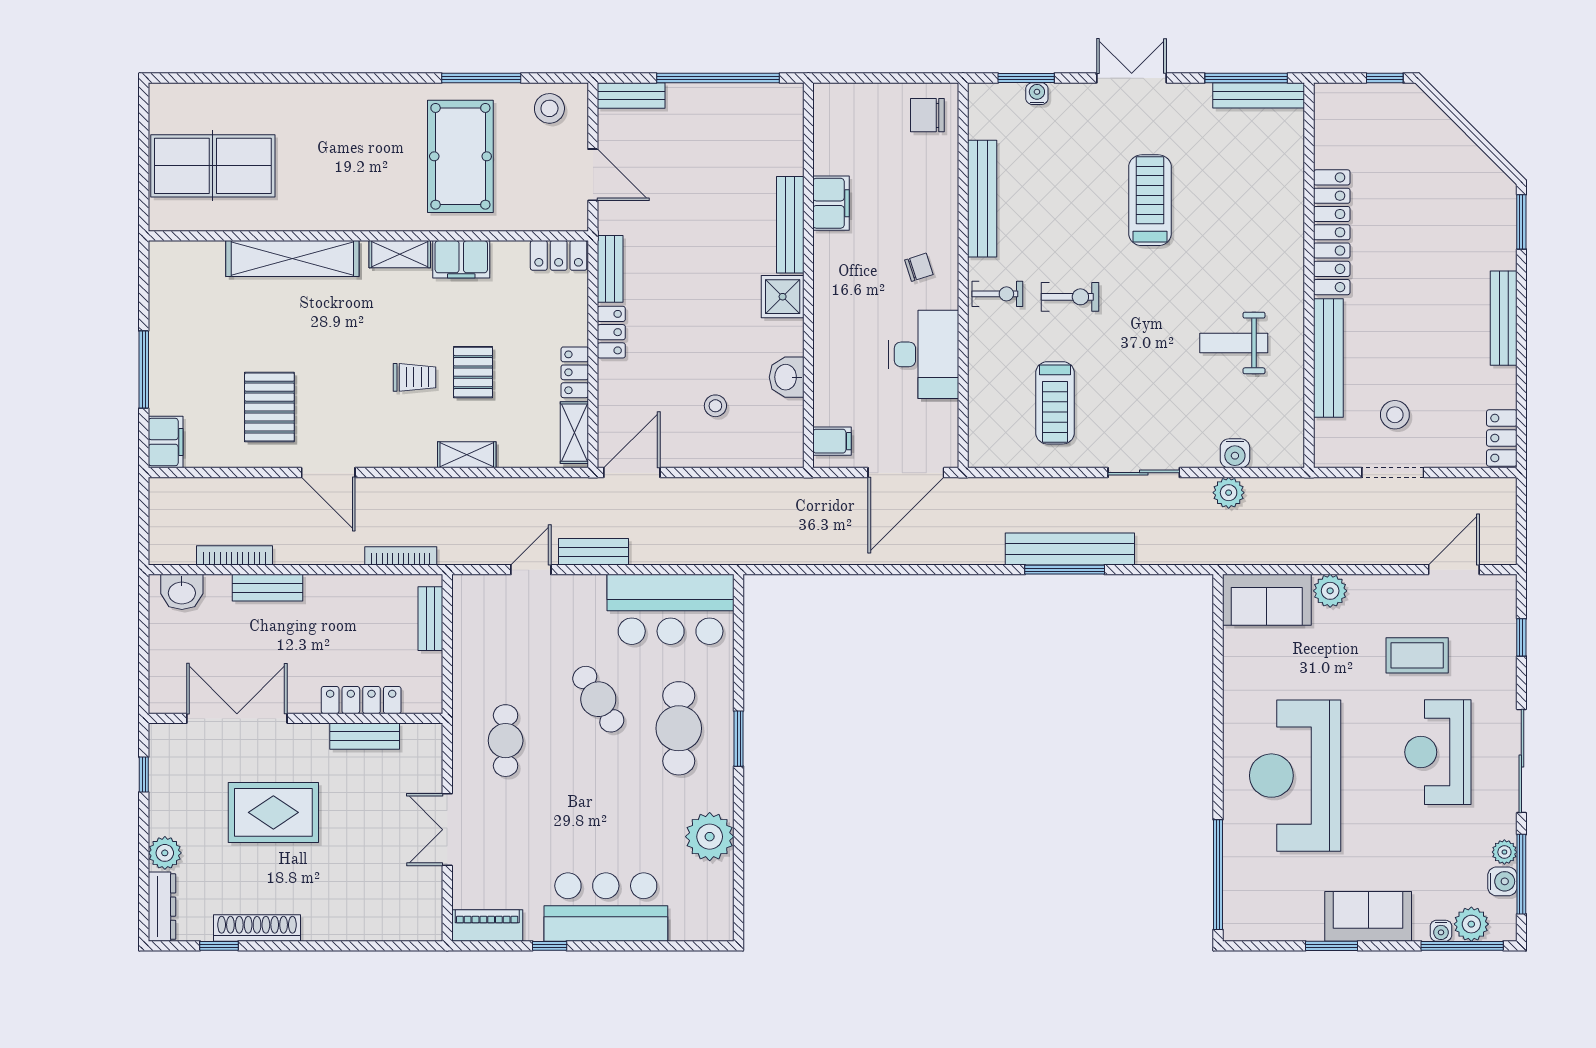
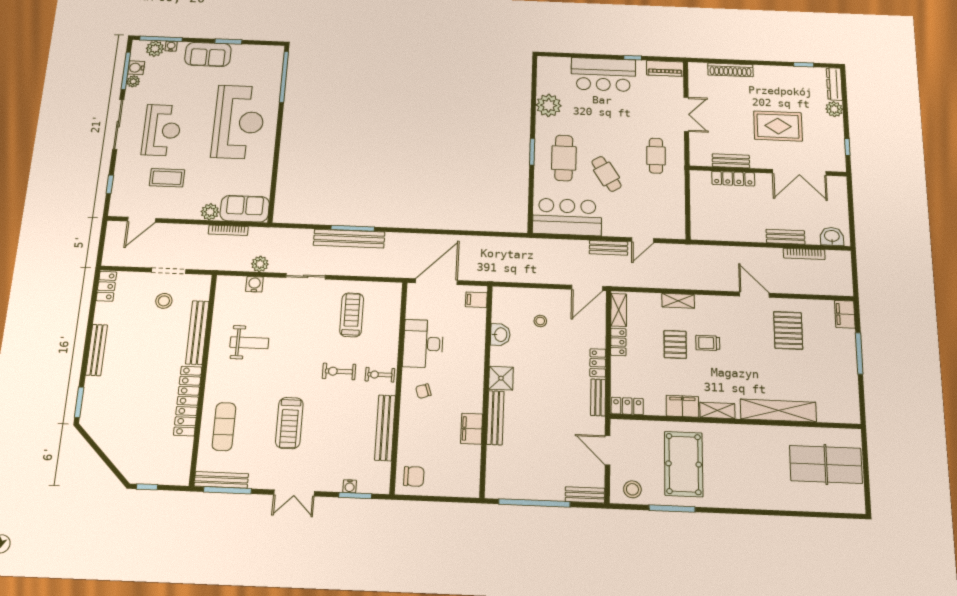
exercise mat: (1263, 189) -> (224, 427), added
bookcase: (401, 556) -> (228, 230), moved
bench: (430, 619) -> (697, 218), removed
shoe rack: (257, 928) -> (730, 70), moved

